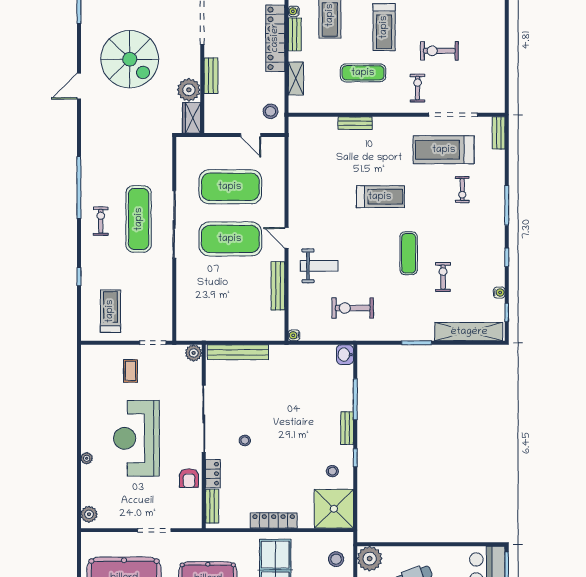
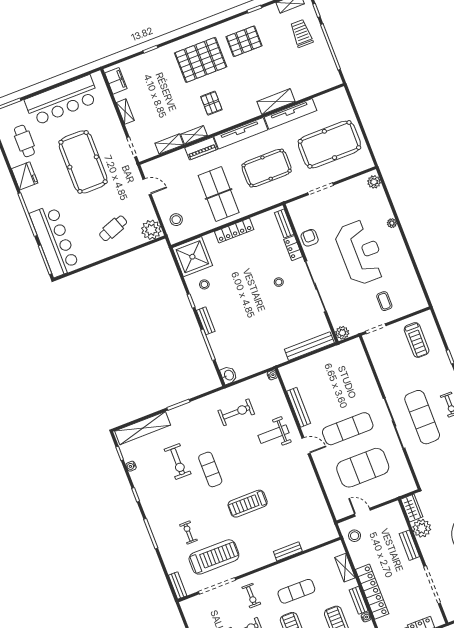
exercise mat: (230, 239) -> (348, 429), width x0.68
exercise bike: (443, 277) -> (178, 462), width x1.38, depth x1.39

